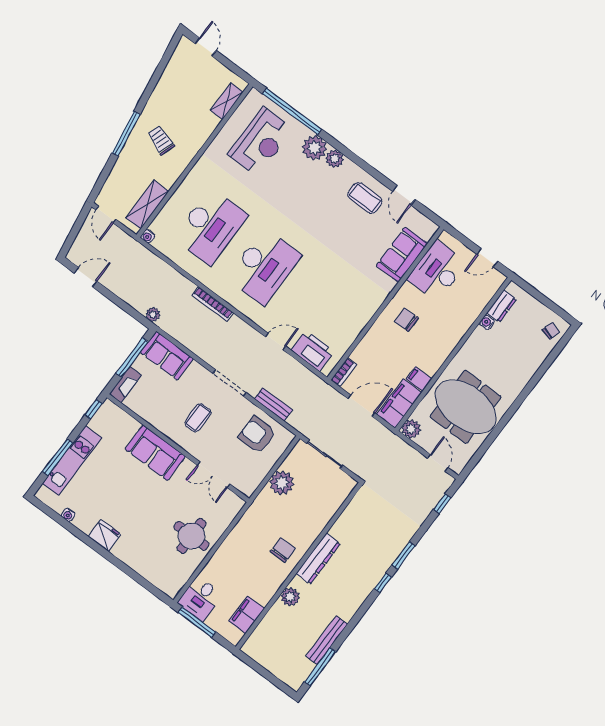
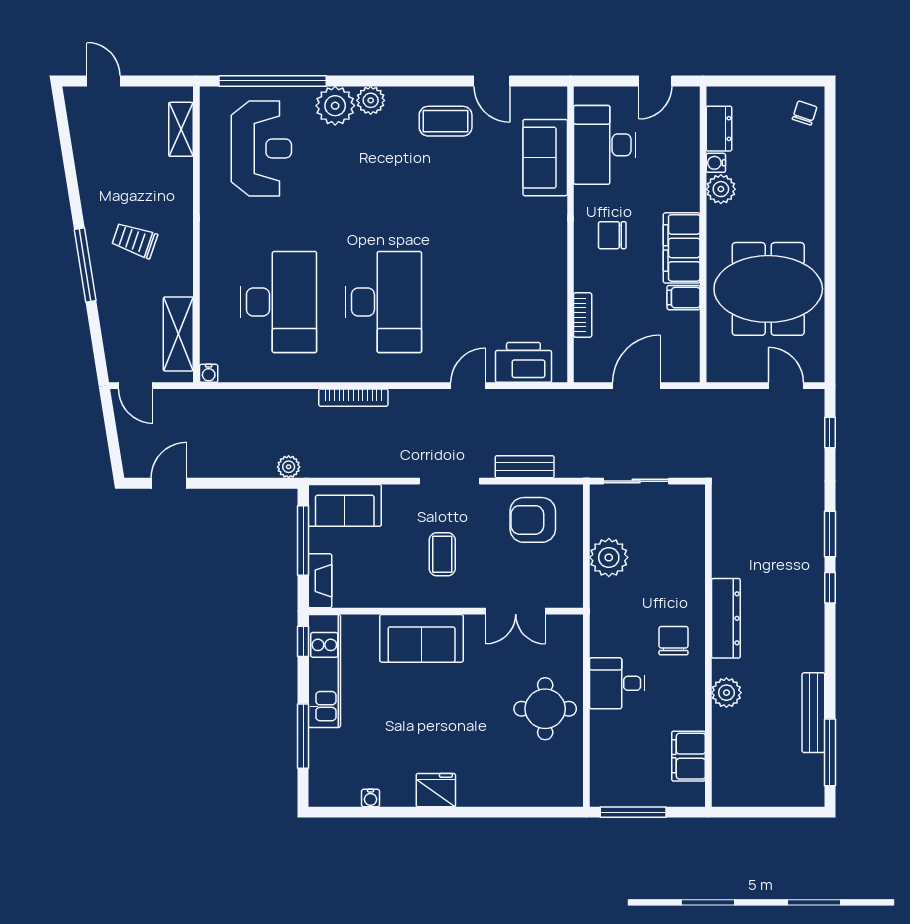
bookcase: (344, 372) -> (583, 315), moved
filing cabinet: (399, 403) -> (682, 248), moved
plant: (411, 429) -> (721, 189), moved
kitchen unit: (72, 461) -> (324, 671), moved
desk: (200, 599) -> (617, 683), moved, turned 90

